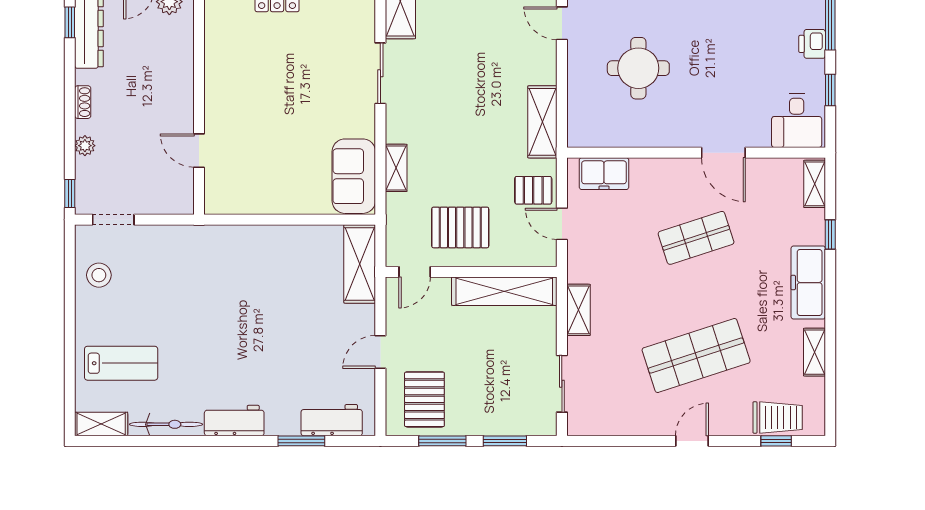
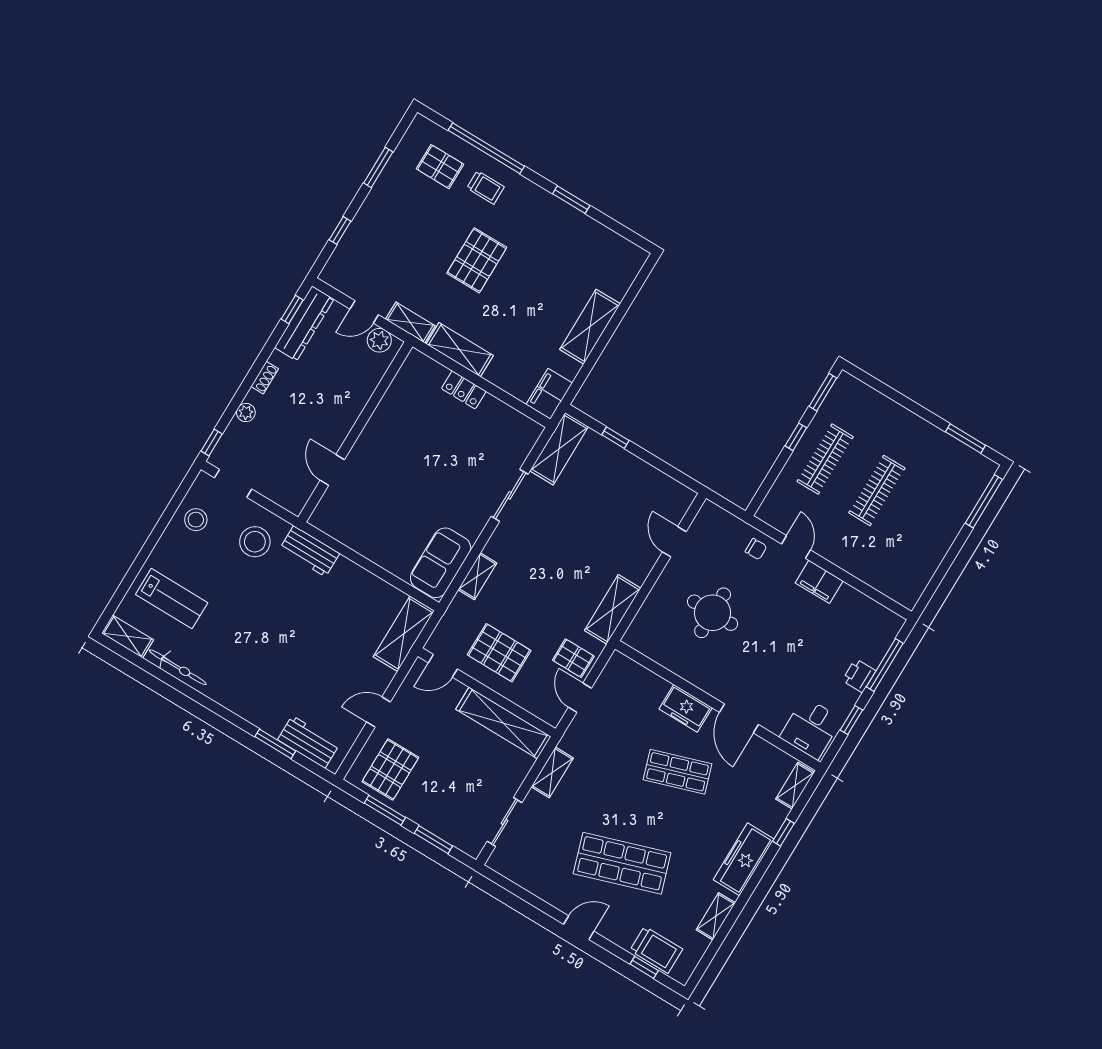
freezer: (604, 174) -> (686, 708), moved
stool: (167, 262) -> (255, 542), added
workbench: (234, 421) -> (310, 551), moved, turned 180

